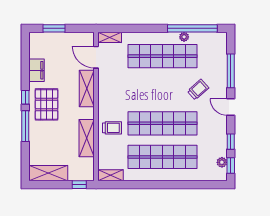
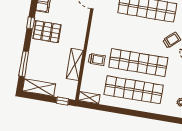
shelving: (87, 89) -> (82, 24), removed
pallet: (47, 104) -> (47, 32), turned 90
window: (25, 126) -> (24, 64), moved

